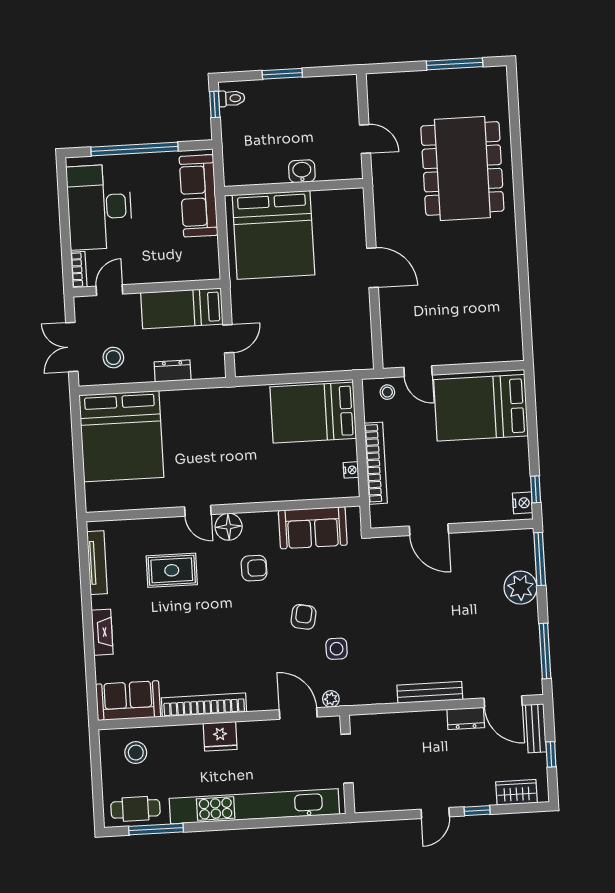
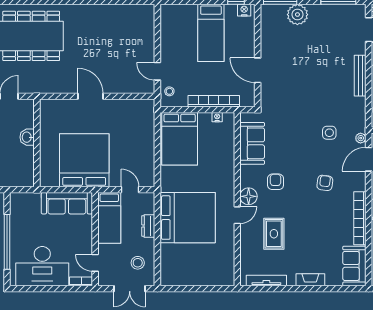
sofa: (199, 196) -> (67, 203), moved
bed: (273, 235) -> (84, 160), moved, turned -90
door: (372, 268) -> (91, 96), hinge flipped
door: (418, 371) -> (157, 71), swing flipped
bed: (481, 408) -> (211, 33), moved, width x0.67
bed: (121, 436) -> (188, 218), moved
door: (429, 530) -> (258, 70), swing flipped
armchair: (303, 617) -> (325, 183), moved, turned 87

